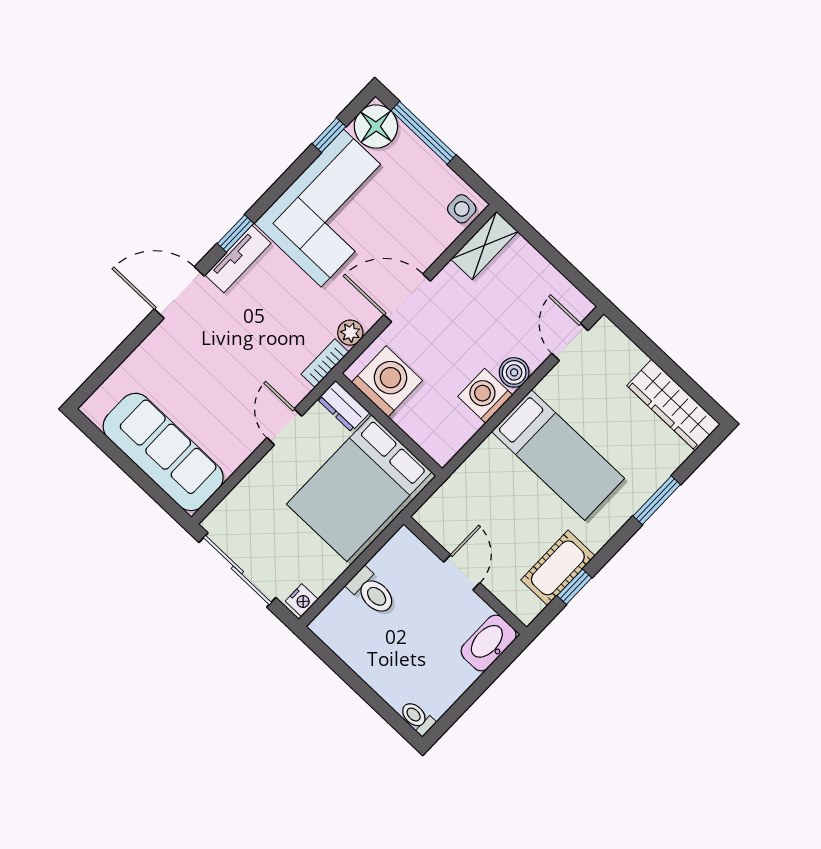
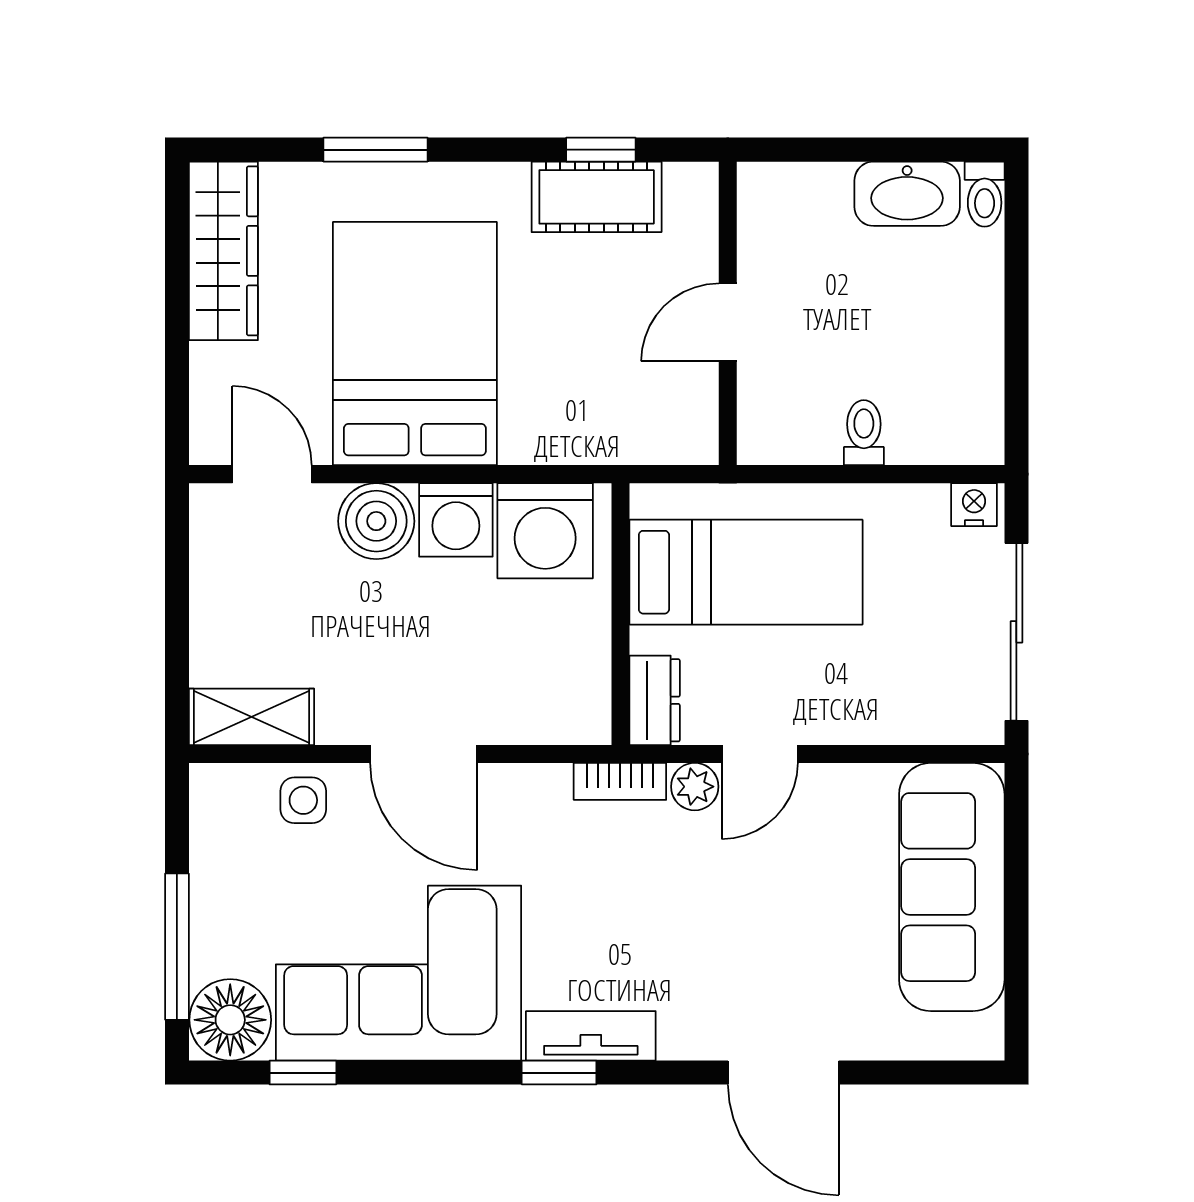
side table: (462, 209) -> (303, 800), moved
door: (179, 293) -> (783, 1073), moved
plant: (350, 333) -> (695, 787), moved
door: (570, 342) -> (272, 474), swing flipped
boiler: (514, 372) -> (376, 521), width x1.36, depth x1.36
washing machine: (387, 381) -> (545, 531), moved, turned -90
bed: (558, 455) -> (415, 344), width x1.50
bed: (359, 488) -> (746, 572), width x0.67
toilet: (372, 592) -> (864, 433), width x0.73, depth x0.72
washbasin: (489, 643) -> (907, 194), moved

